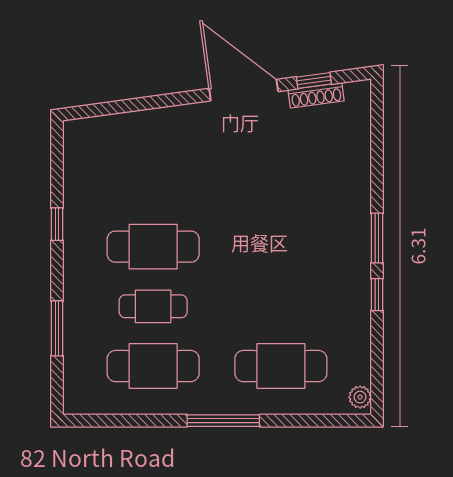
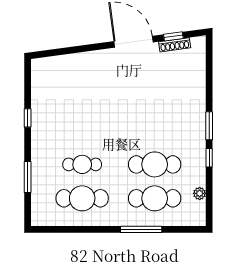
cafe table: (153, 247) -> (155, 164), moved
plant: (360, 397) -> (200, 193), moved
window: (223, 421) -> (141, 229), moved

